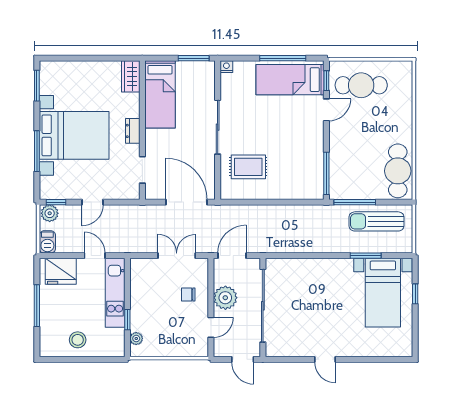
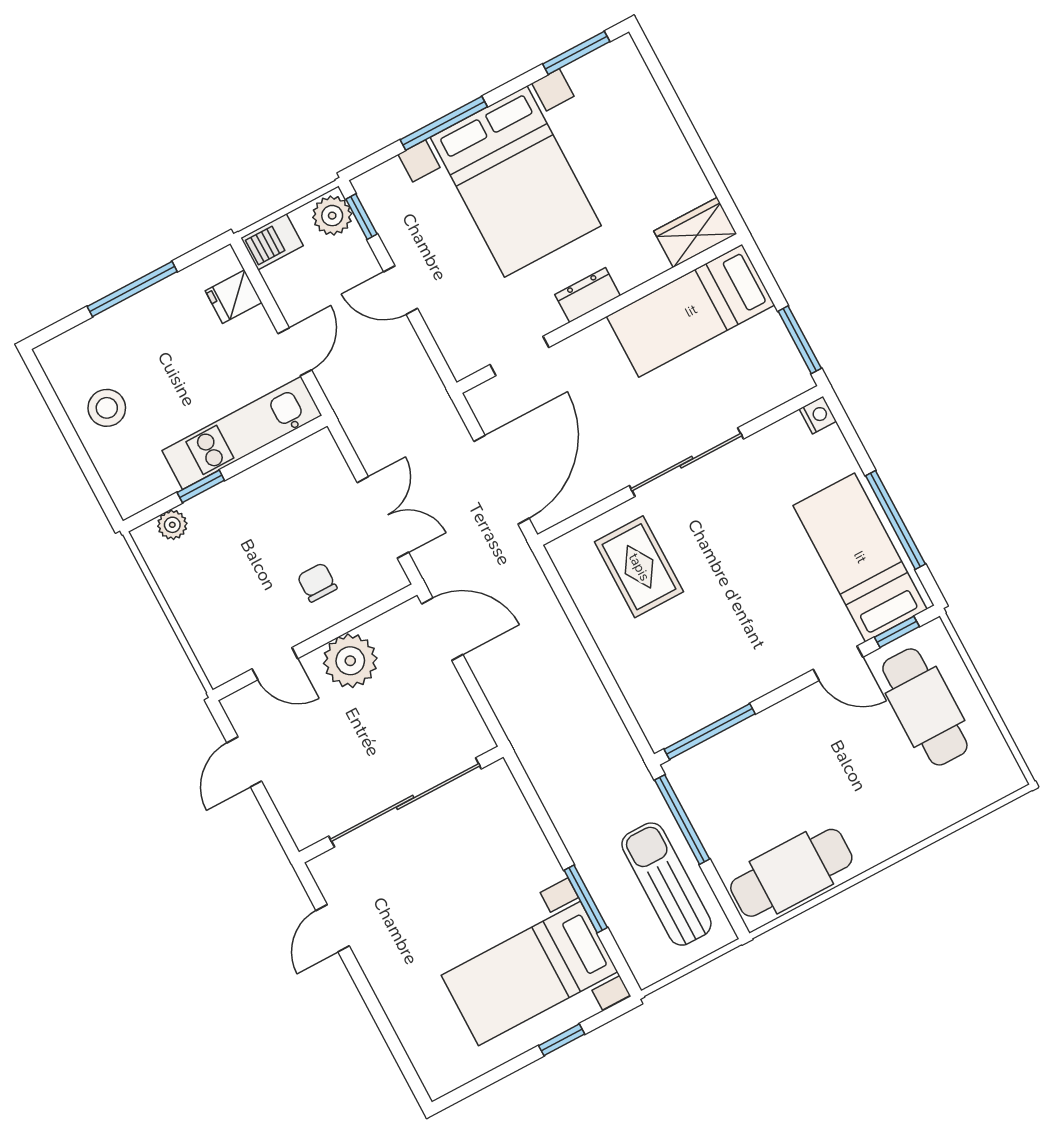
fridge: (61, 271) -> (234, 297), width x0.53, depth x0.75
sliding door: (263, 306) -> (405, 802), moved
wall: (263, 308) -> (401, 805), moved

